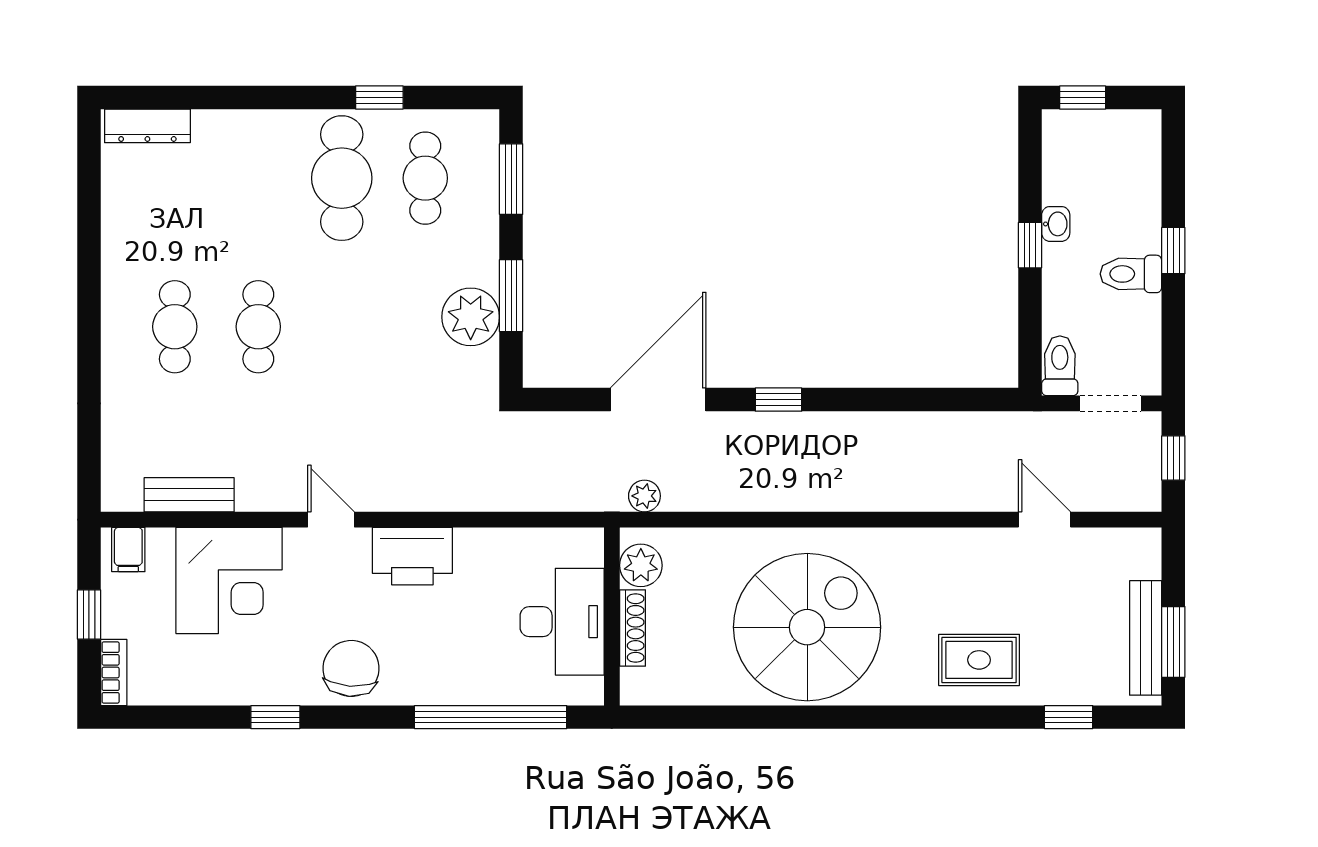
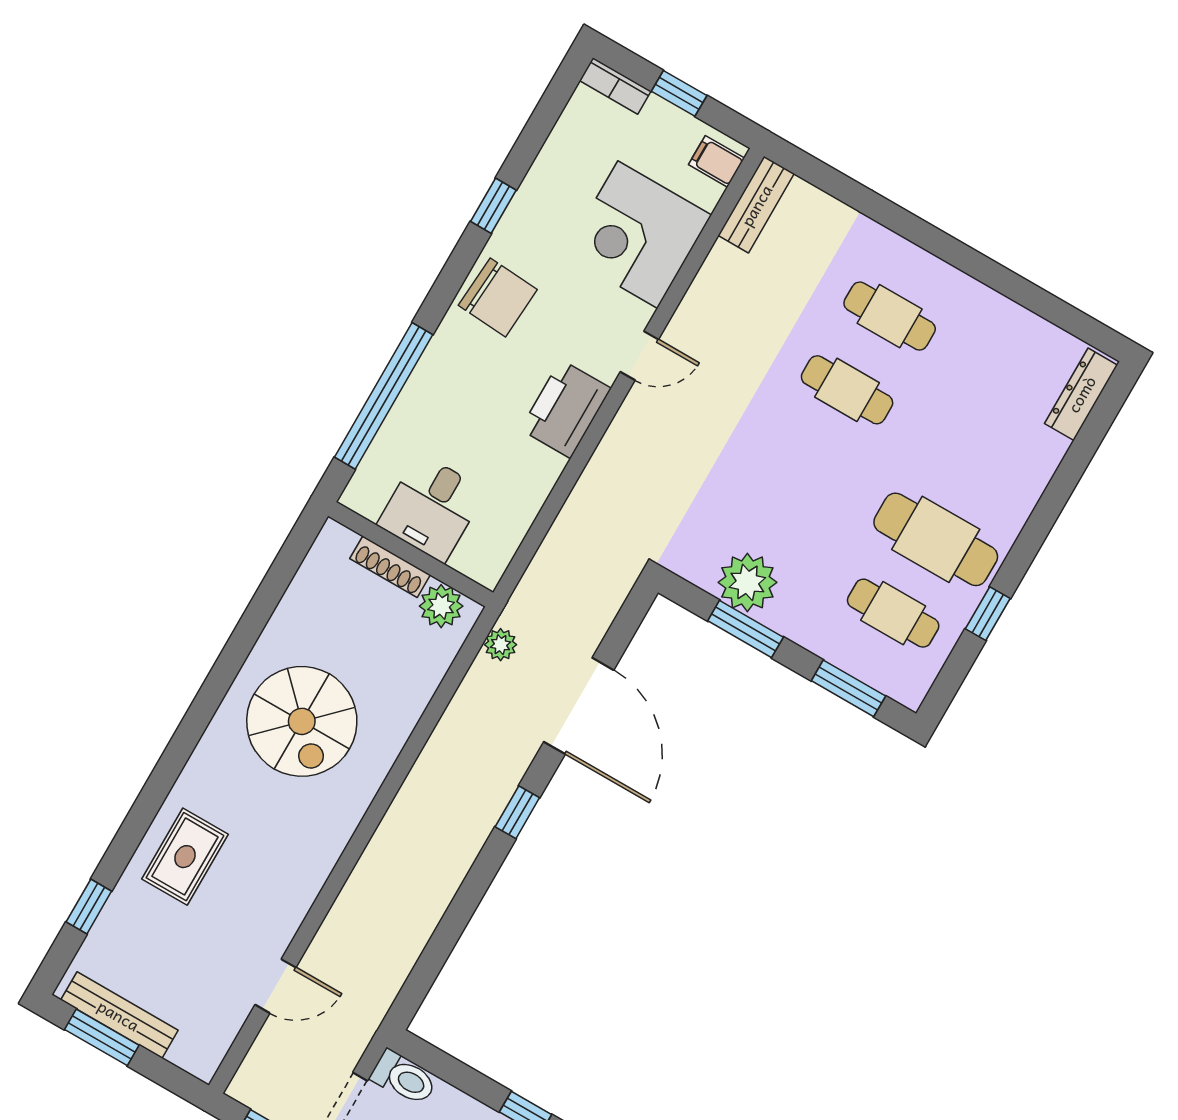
bench: (189, 495) -> (756, 205), moved
desk: (562, 622) -> (432, 508), width x0.73
spiral stairs: (807, 627) -> (302, 721), width x0.73, depth x0.73

